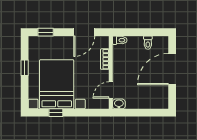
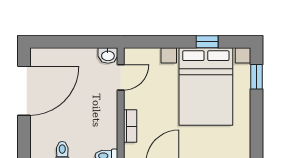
window: (25, 68) -> (256, 77), moved
door: (172, 69) -> (24, 91), moved

